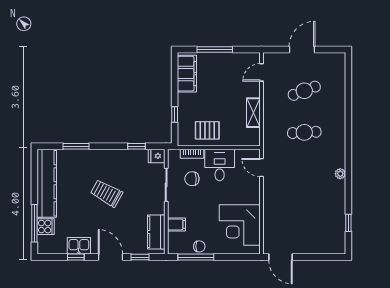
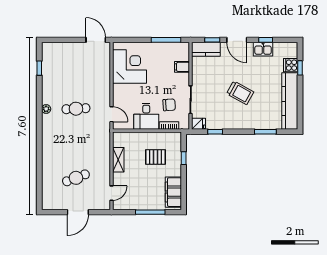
pallet: (207, 130) -> (156, 157), moved
cafe table: (304, 132) -> (76, 109), moved
window: (34, 223) -> (300, 68), width x0.46
kitchen counter: (156, 232) -> (206, 49), moved, turned 90
chair: (199, 246) -> (163, 49), removed

